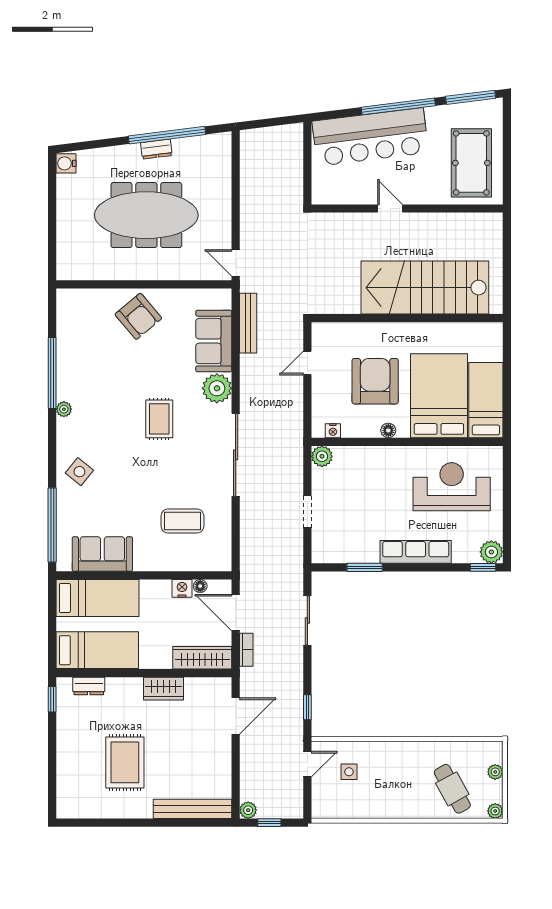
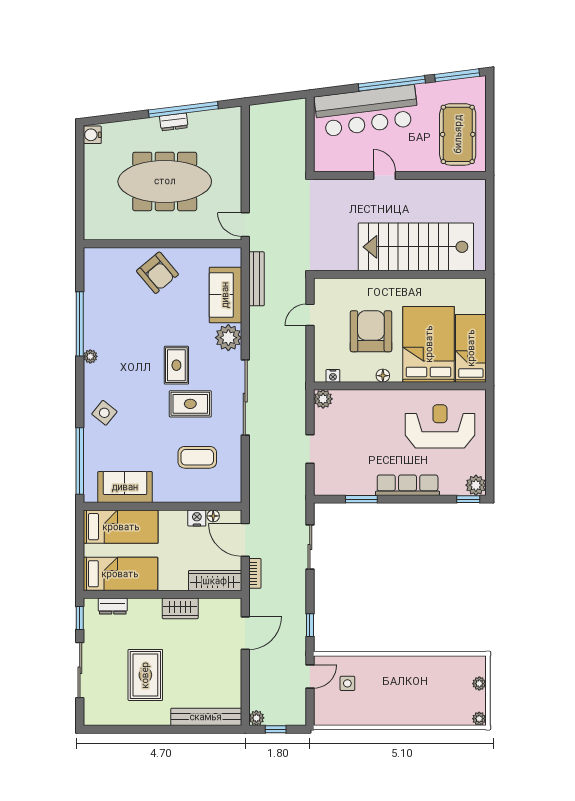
rug: (175, 462) -> (190, 404), added
sliding door: (52, 757) -> (80, 670), added
cafe table: (452, 789) -> (441, 699), removed

